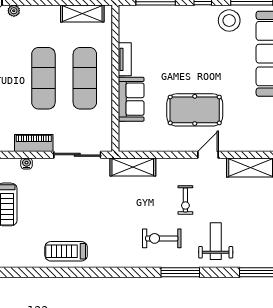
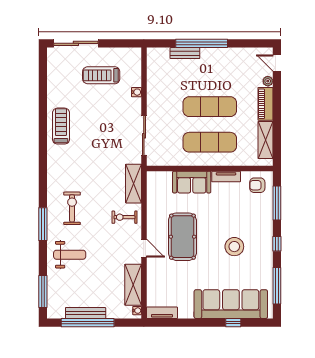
stool: (229, 21) -> (234, 247), moved
armchair: (135, 23) -> (257, 185), added
piano: (34, 143) -> (265, 104), moved, turned 180
exercise bike: (185, 200) -> (124, 217), moved

